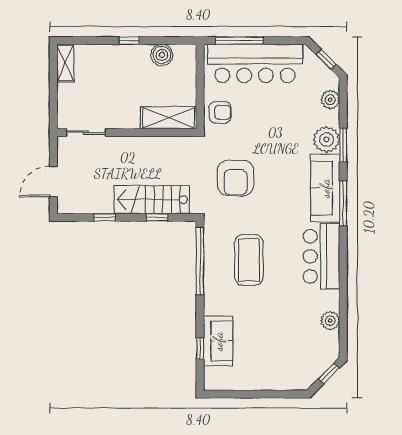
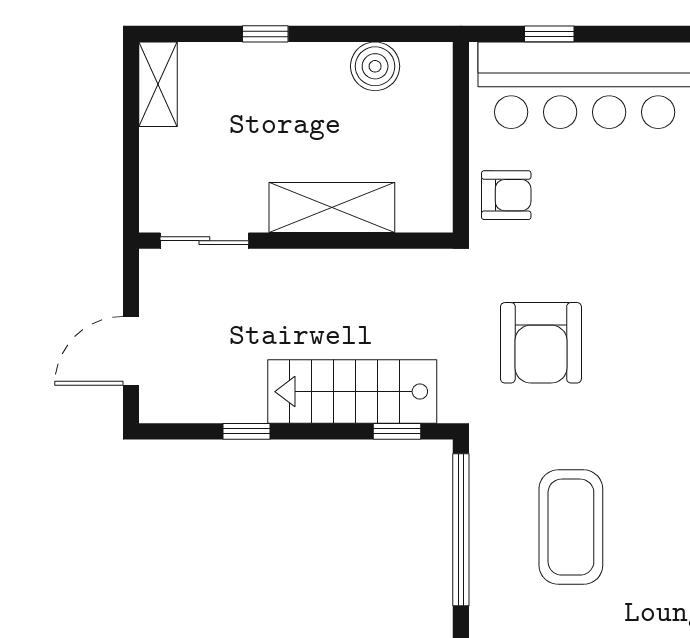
window: (129, 41) -> (265, 34), moved
window: (239, 41) -> (549, 34), width x0.46
shelving: (169, 118) -> (332, 207), moved
window: (157, 217) -> (397, 431), moved

